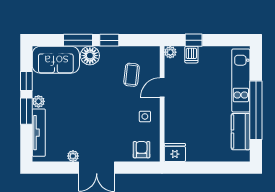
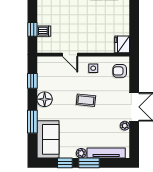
window: (109, 40) -> (32, 81), moved
plant: (170, 52) -> (42, 48), removed
floor lamp: (90, 56) -> (45, 99), moved
coffee table: (132, 75) -> (86, 100), moved

